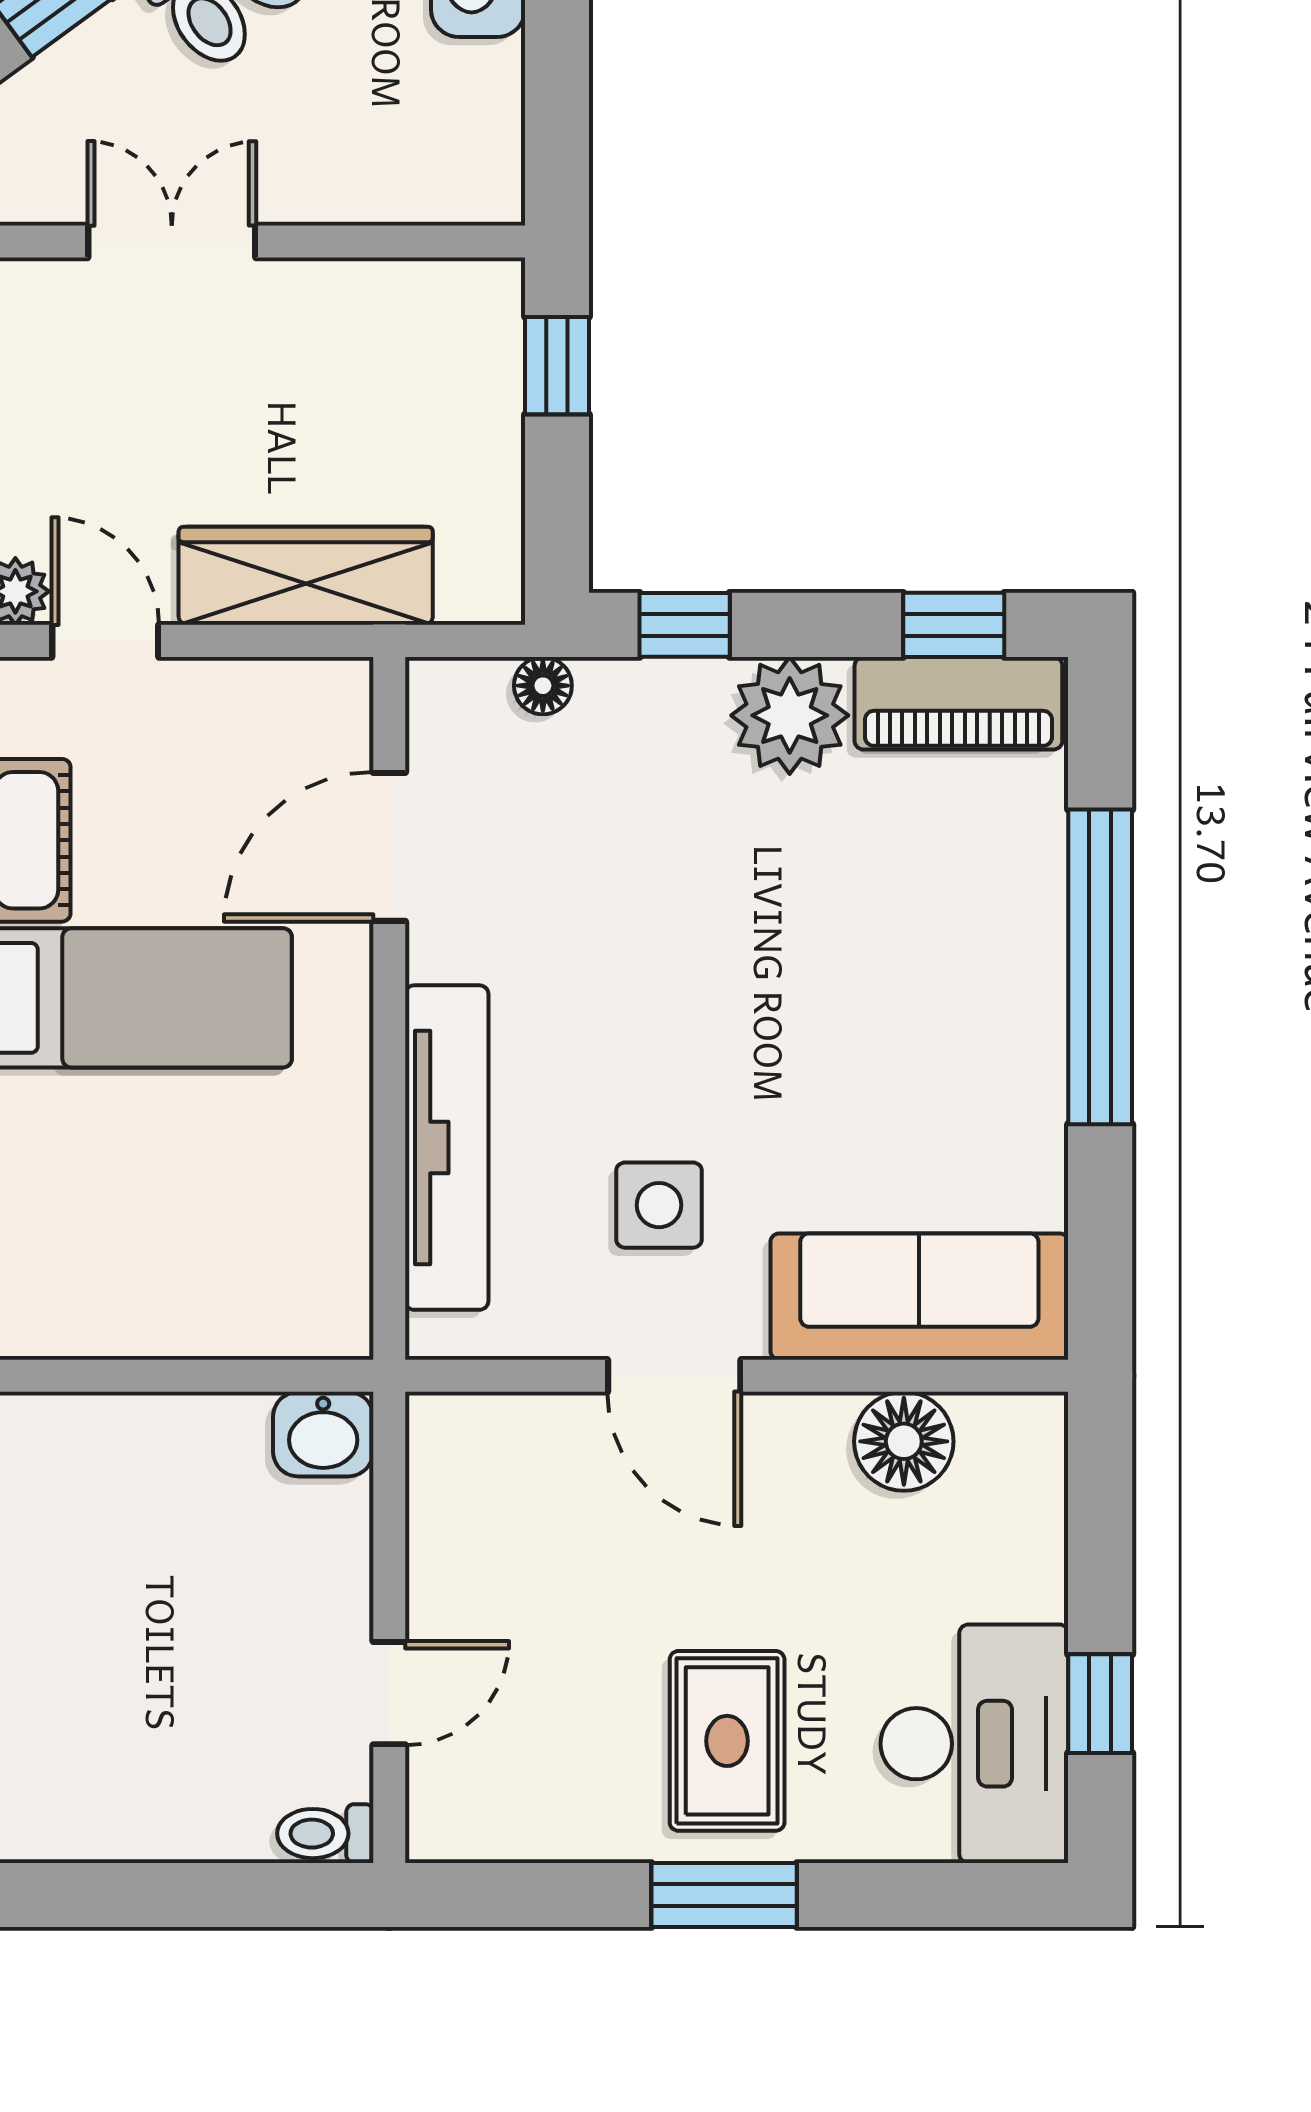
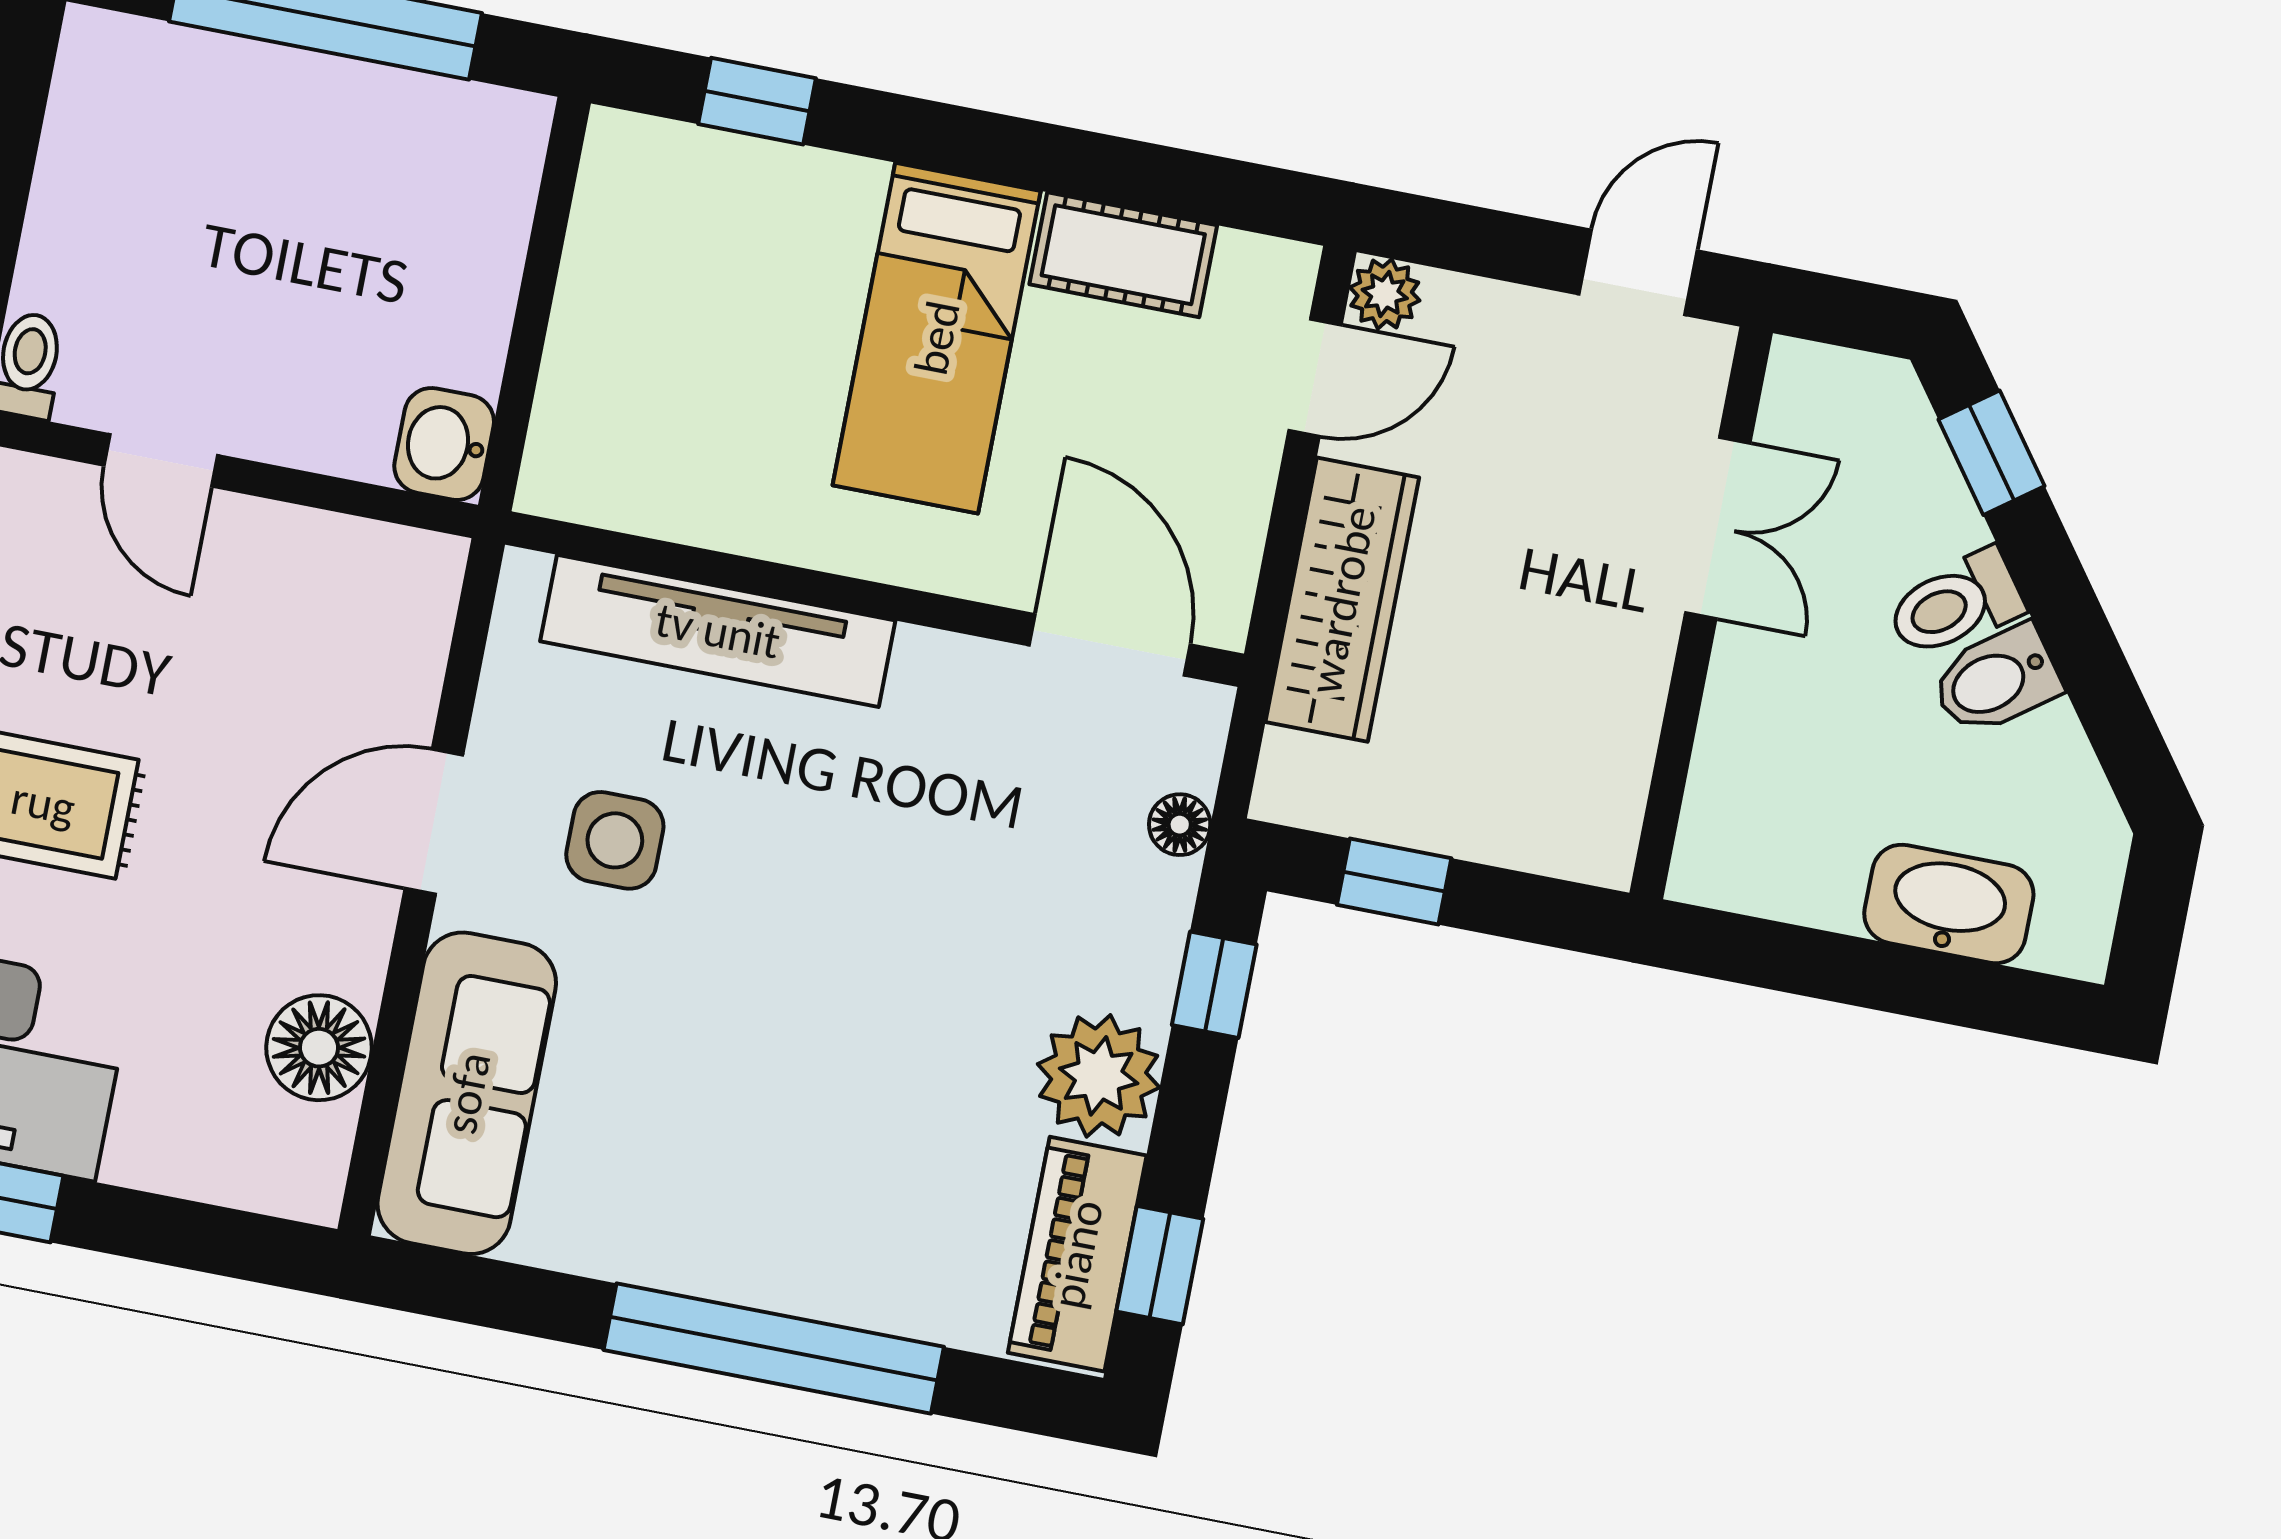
window: (557, 366) -> (1394, 882), moved
door: (389, 847) -> (1110, 645), moved

